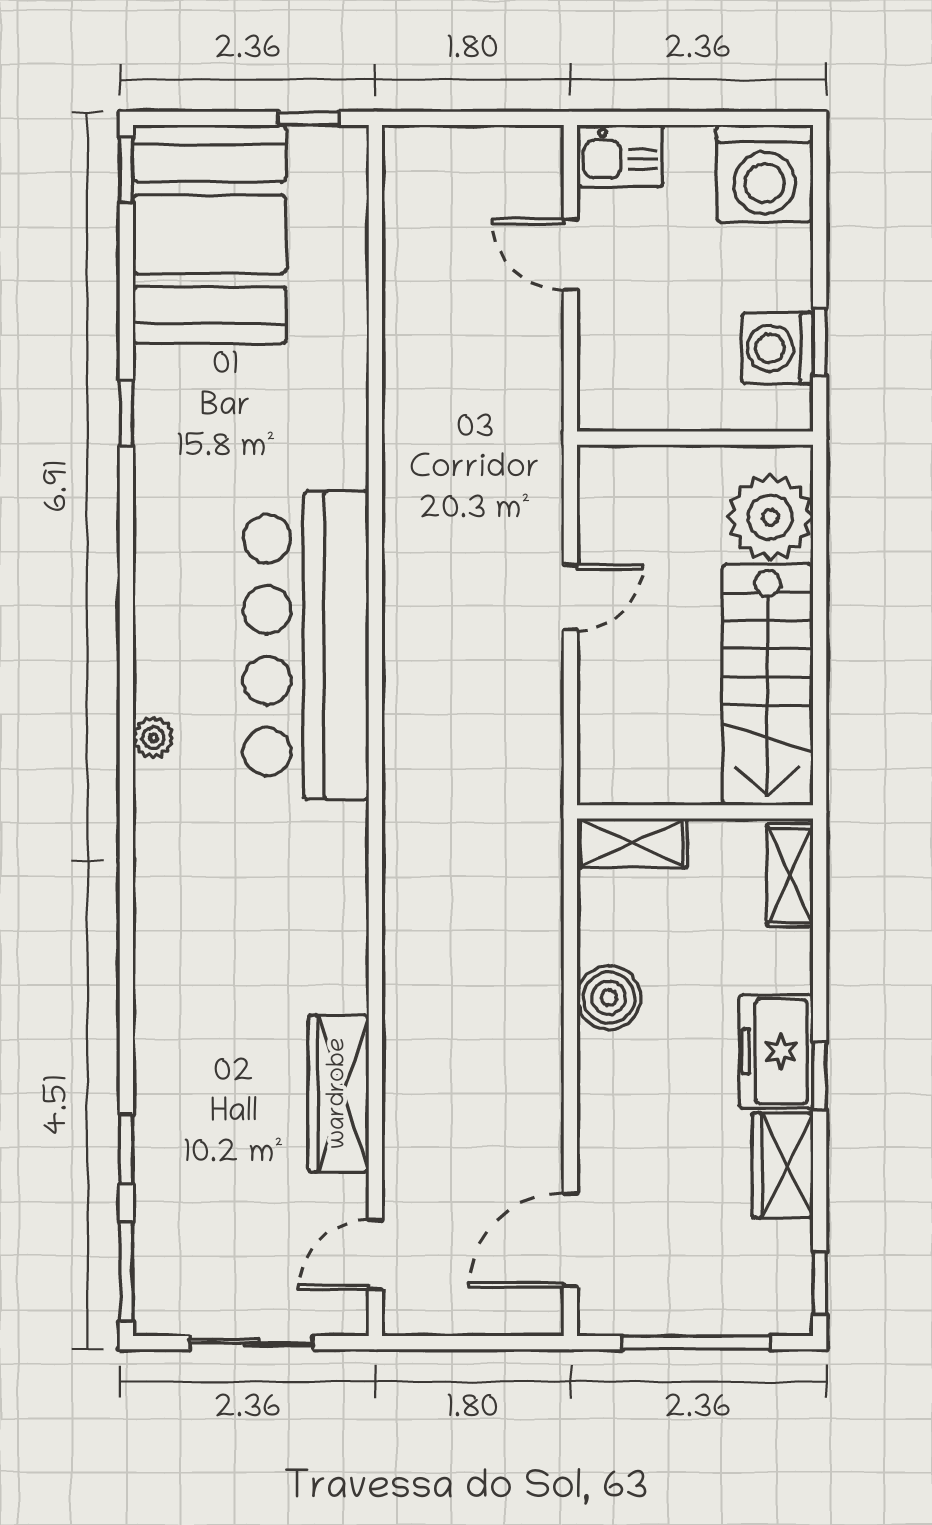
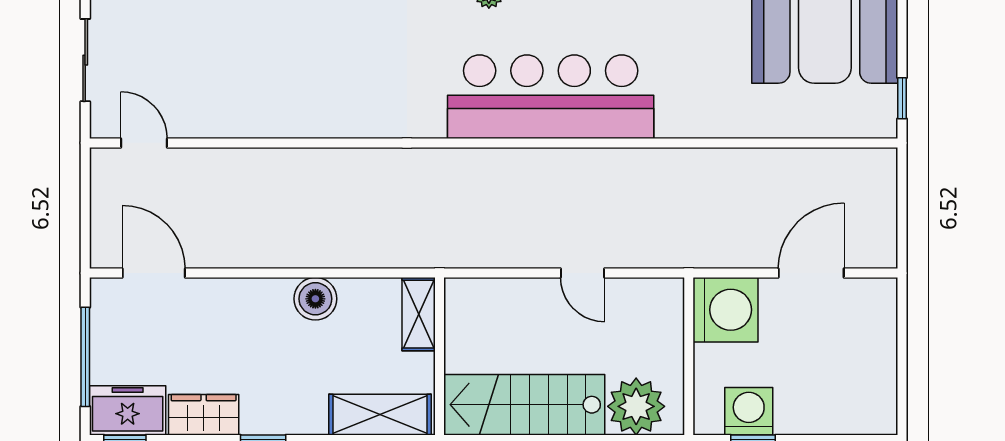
kitchen sink: (620, 156) -> (877, 306), removed
washing machine: (765, 173) -> (725, 310), moved, turned 180
door: (570, 255) -> (811, 273), width x1.38
shelving: (790, 875) -> (380, 415), width x1.50, depth x1.33
freezer: (776, 1051) -> (128, 410), moved
wardrobe: (339, 1093) -> (251, 118), removed

